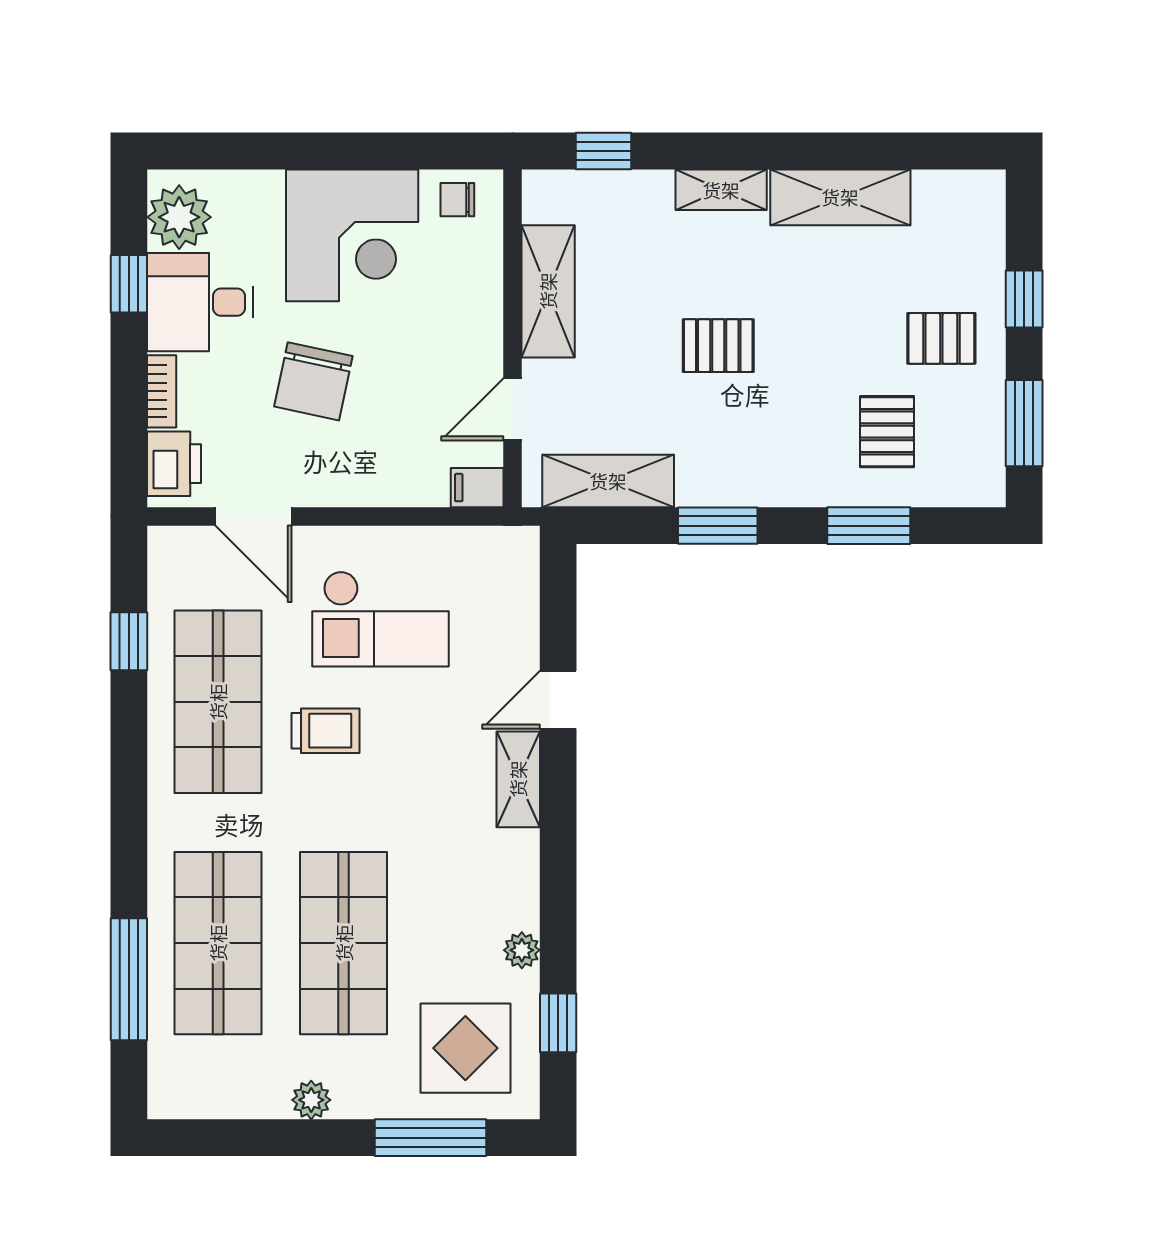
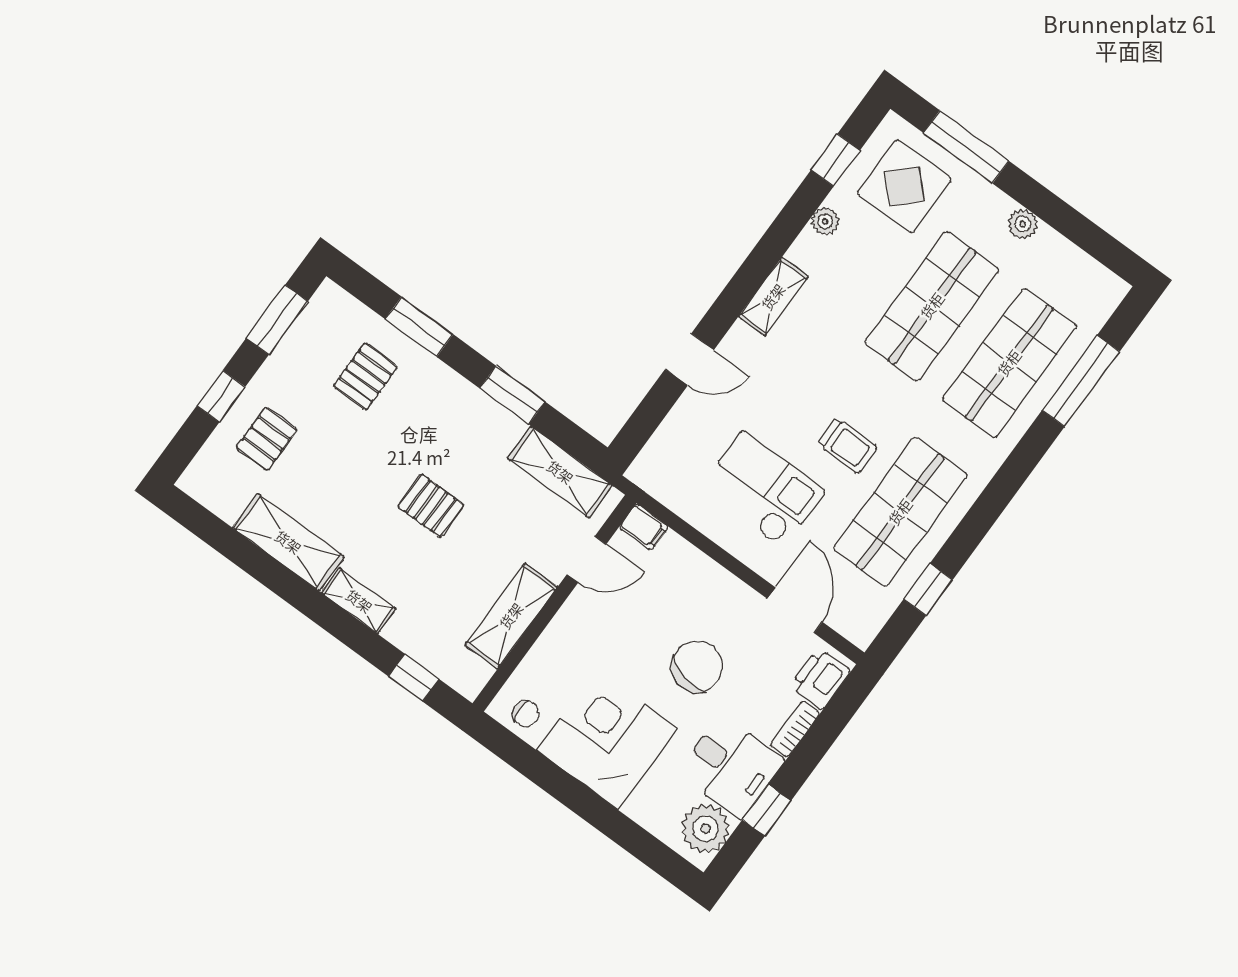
pallet: (941, 338) -> (267, 439), moved, turned 90
trolley: (326, 731) -> (847, 445), turned 180
shelving: (518, 779) -> (773, 297), moved

